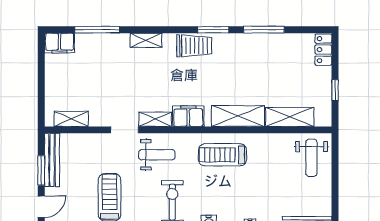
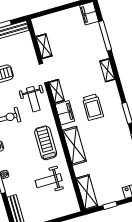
trolley: (194, 46) -> (93, 107), moved
shelving: (290, 117) -> (87, 192), moved
shelving: (71, 119) -> (44, 46), moved
weight bench: (311, 158) -> (49, 181), moved

